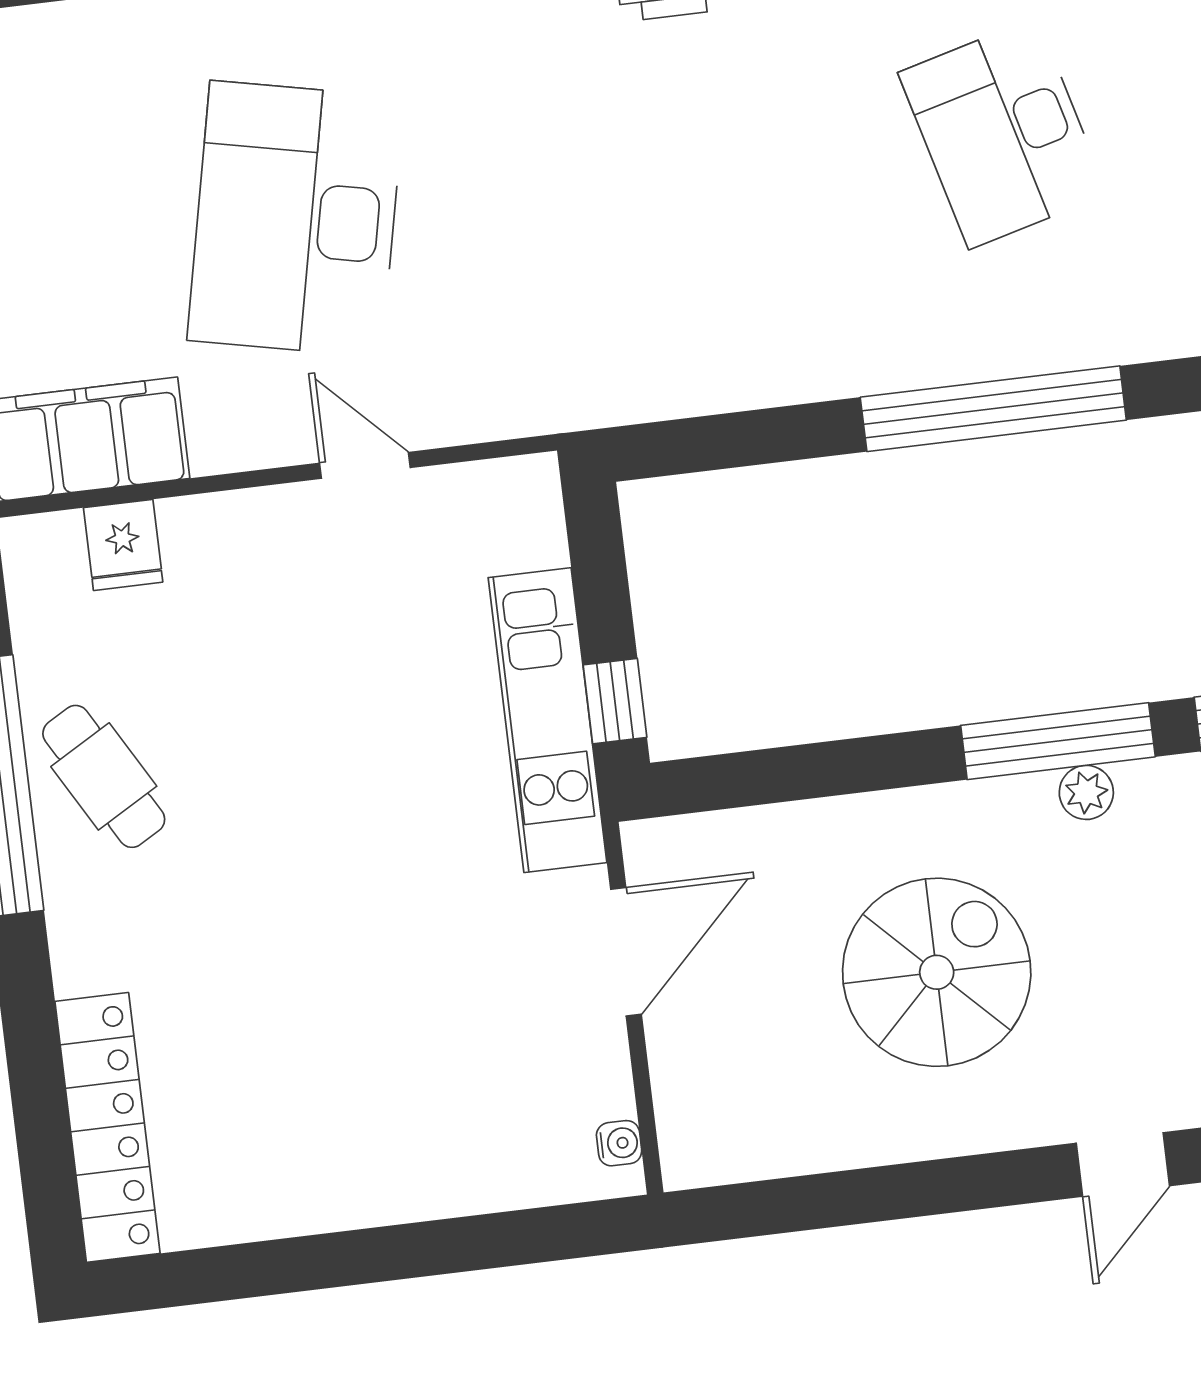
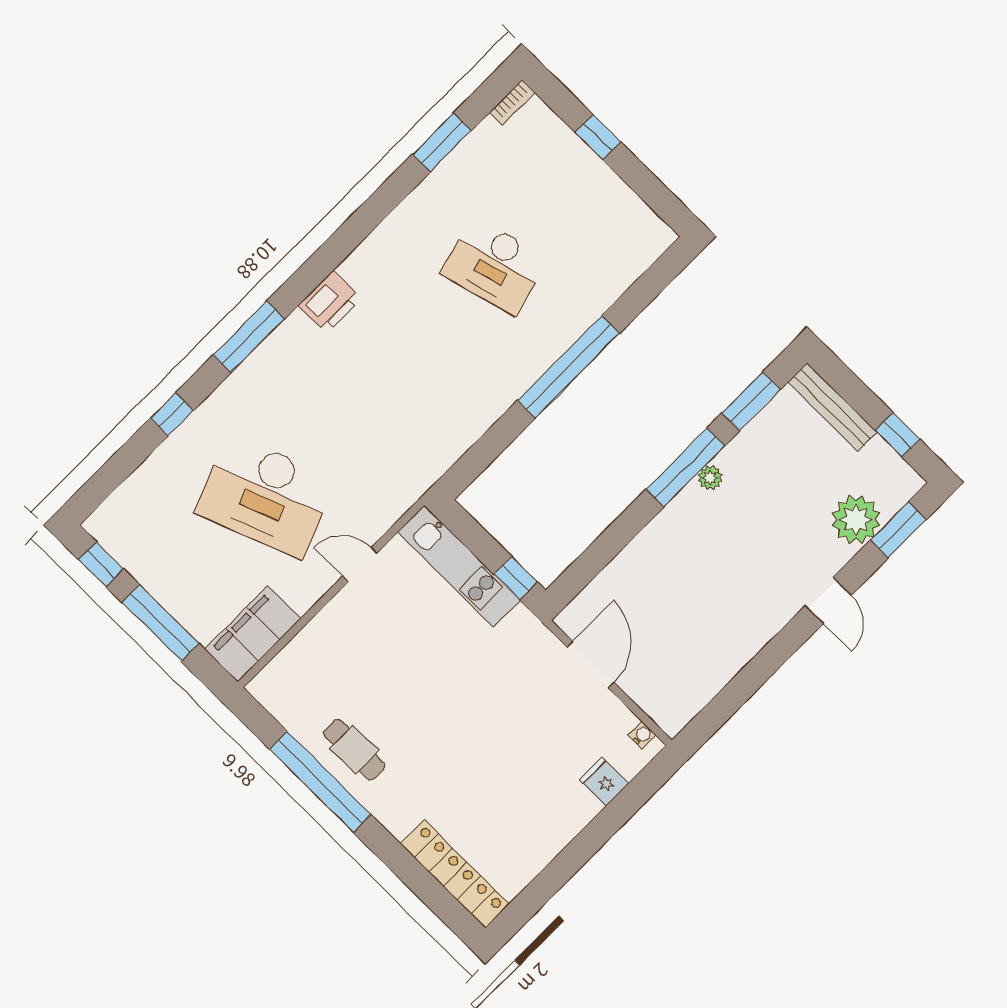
desk: (296, 219) -> (266, 496), turned -33
fridge: (123, 545) -> (604, 782), moved, turned 180
kitchen unit: (548, 720) -> (459, 566), moved
cafe table: (104, 776) -> (354, 749), turned 30
spiral stairs: (937, 972) -> (707, 584), removed

